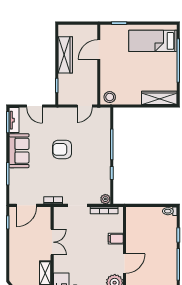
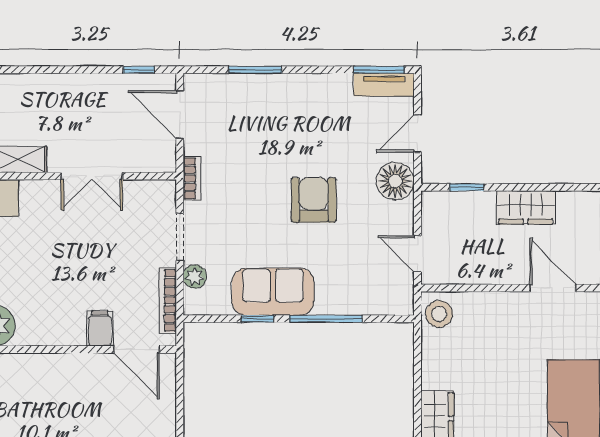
wardrobe: (65, 55) -> (526, 207), width x0.67
floor lamp: (54, 115) -> (395, 181), added
sofa: (19, 151) -> (273, 292), moved, turned 180
plant: (105, 199) -> (195, 277), moved
door: (125, 264) -> (136, 349), moved

